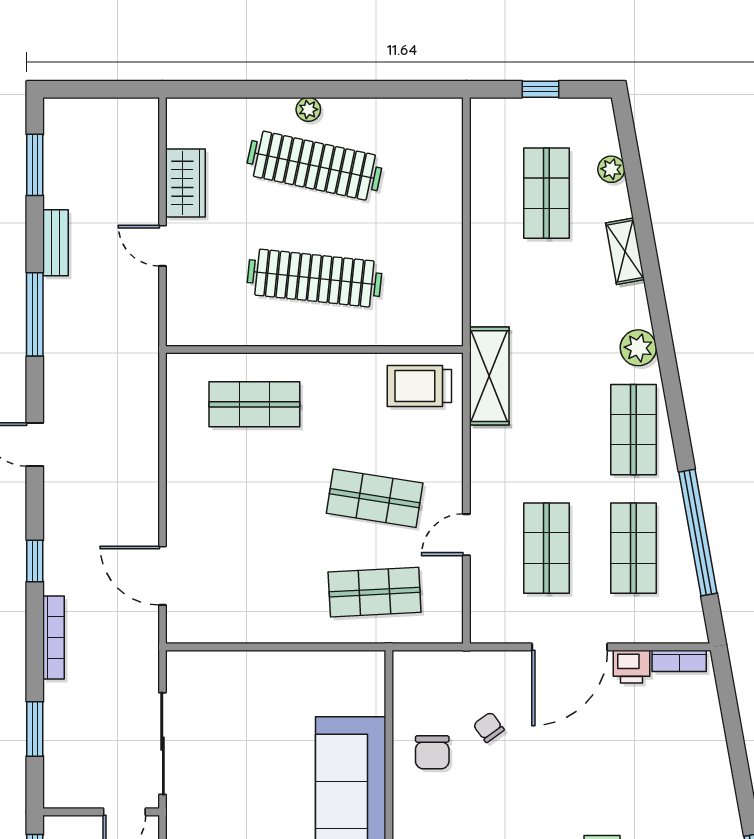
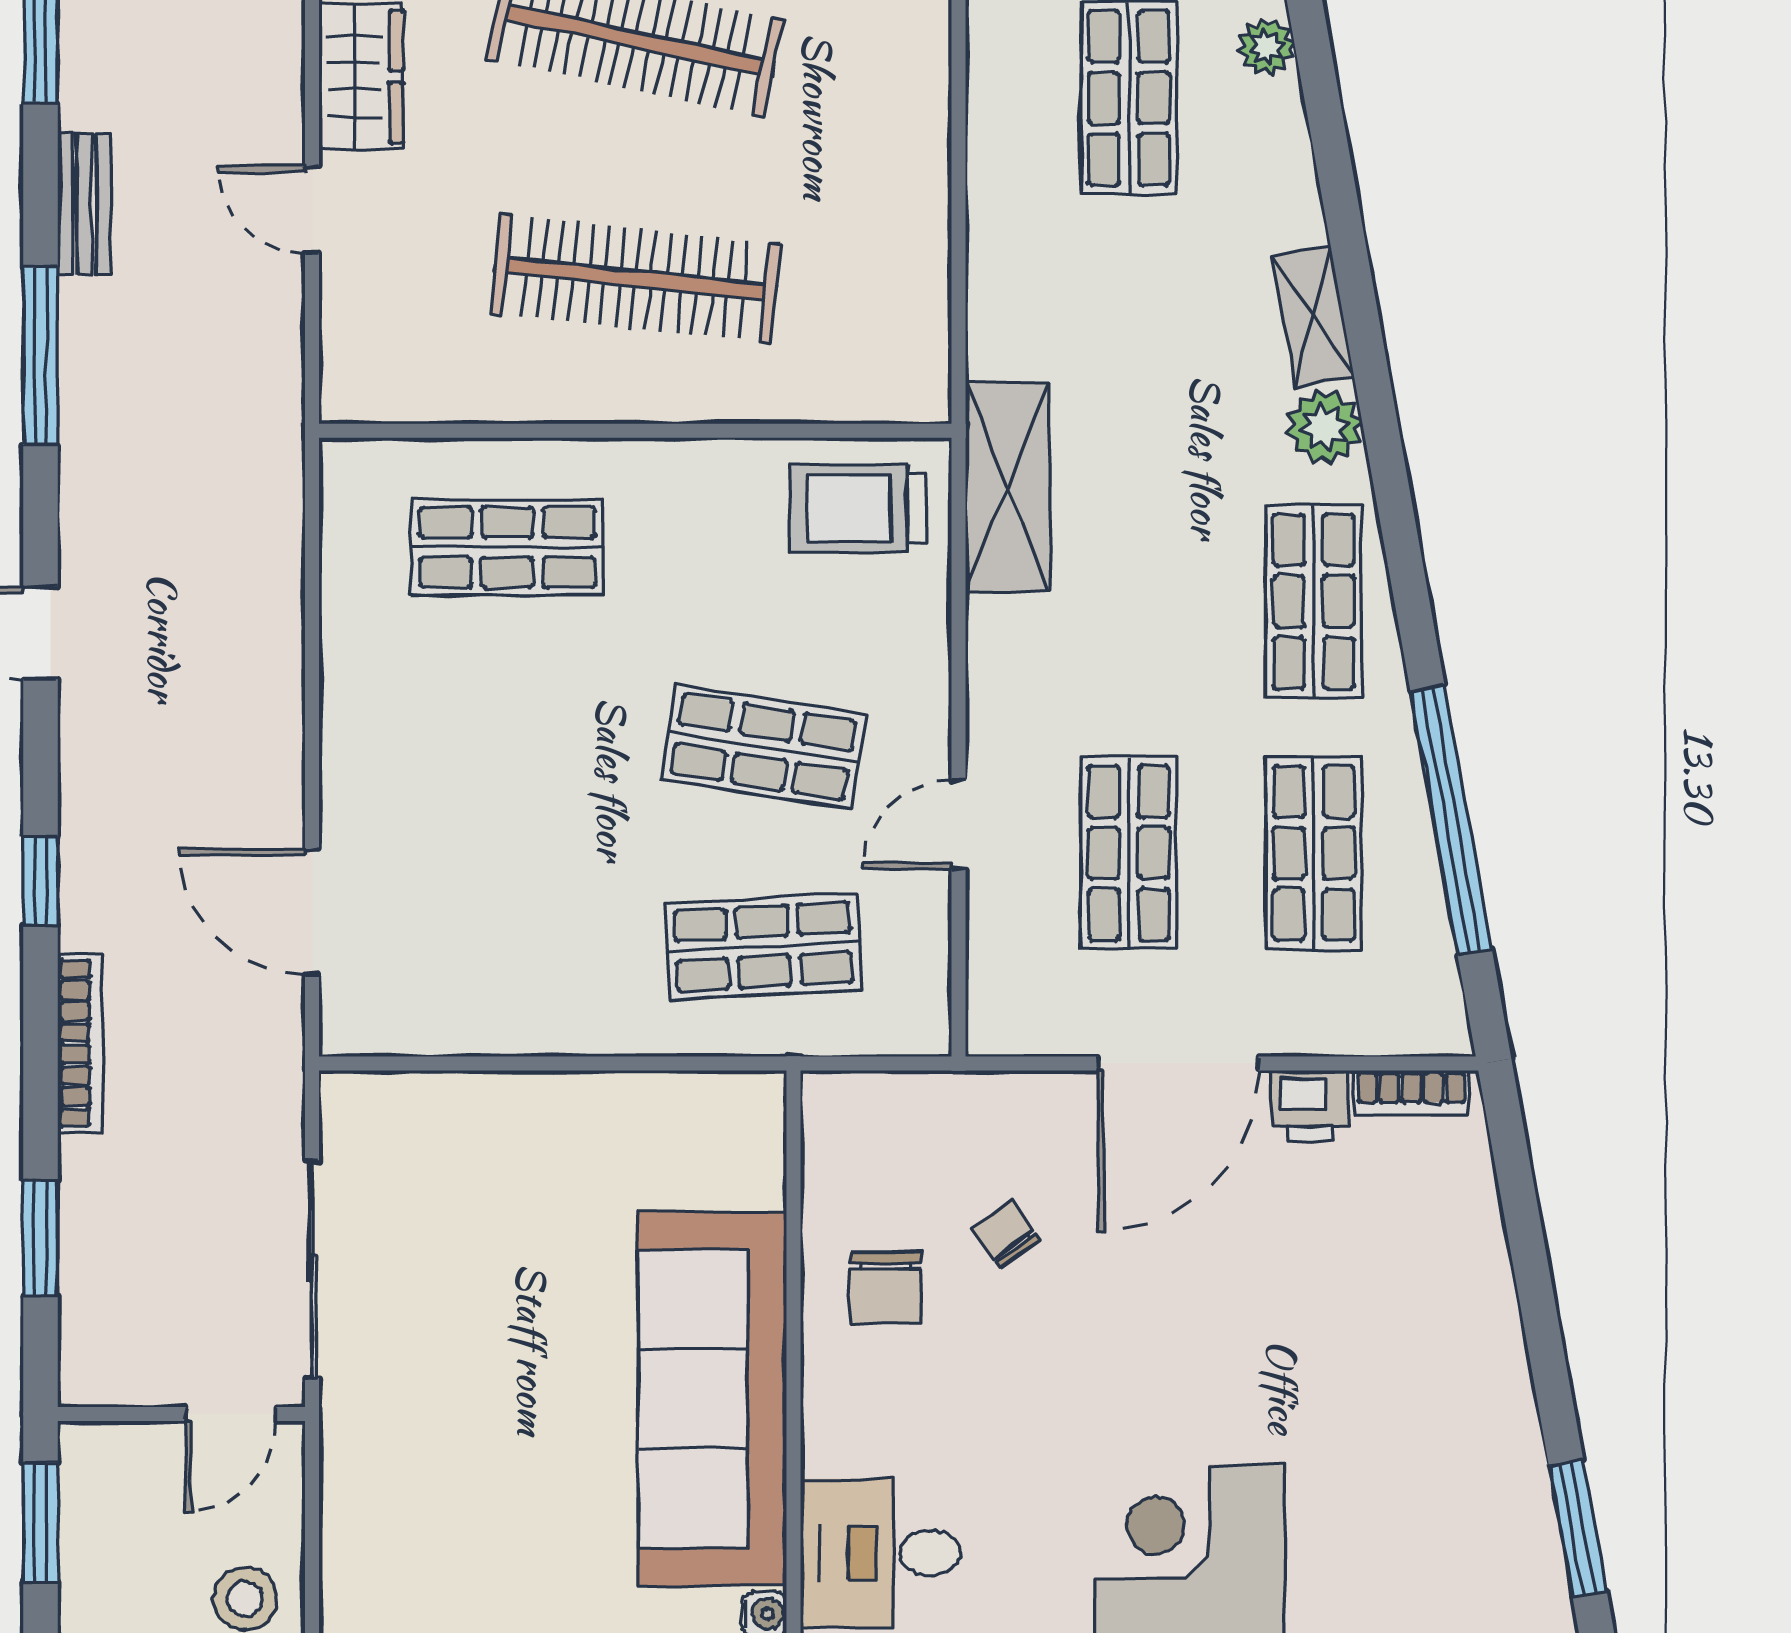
shelving: (625, 251) -> (1313, 317), moved

